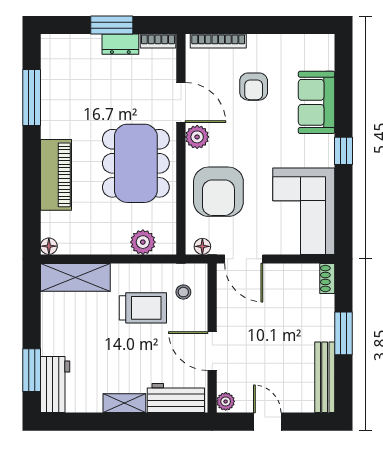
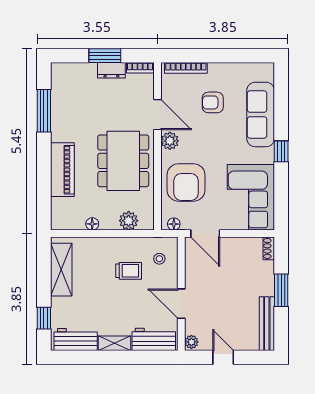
armchair: (254, 87) -> (213, 102), turned 90
sofa: (317, 102) -> (261, 114), width x1.36
floor lamp: (49, 246) -> (92, 224), moved
shelving: (75, 277) -> (61, 270), moved, turned 90
trolley: (143, 308) -> (129, 271), width x0.73, depth x0.72
window: (32, 370) -> (44, 318), width x0.67
workbench: (55, 385) -> (76, 339), moved, turned -90

